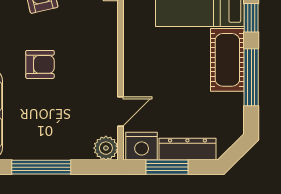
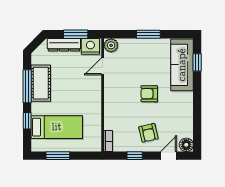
cot: (227, 60) -> (41, 83), moved
window: (41, 167) -> (148, 34), width x0.69

